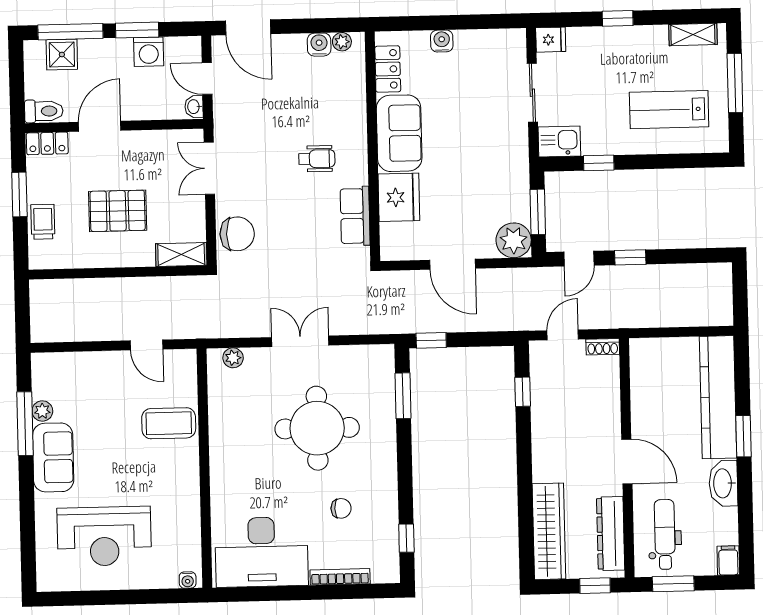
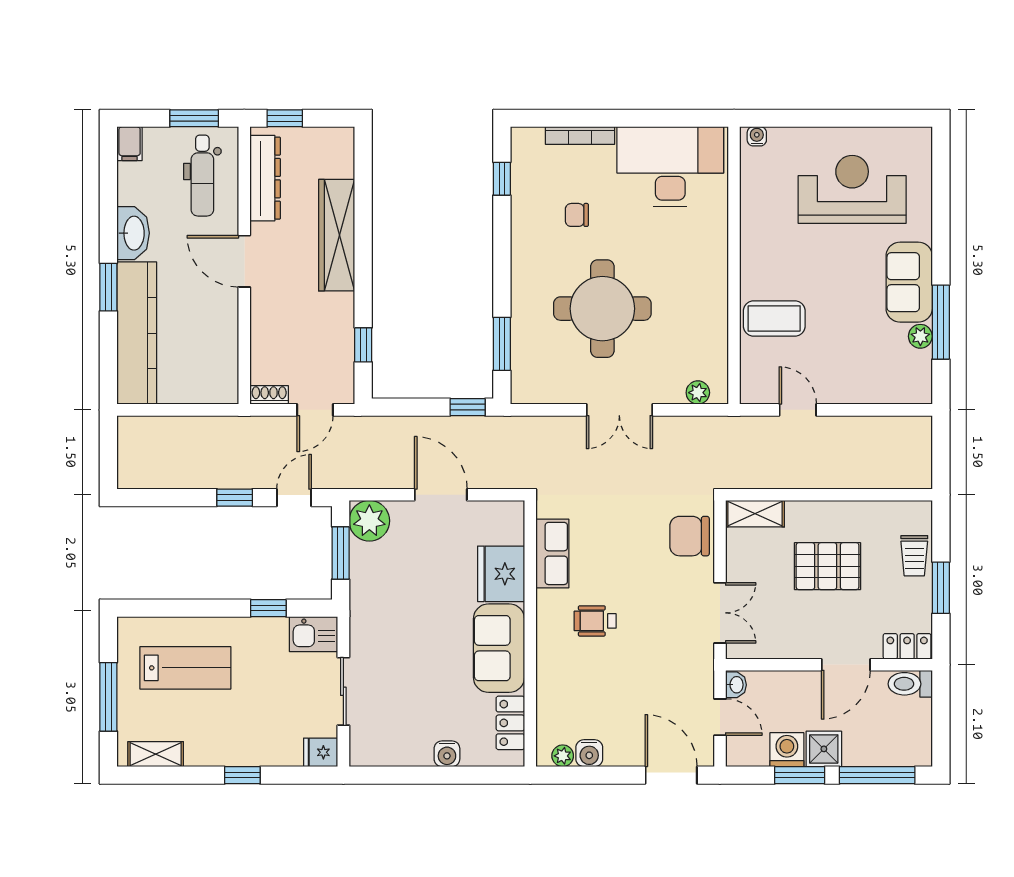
shower: (62, 54) -> (824, 749), moved
wardrobe: (549, 531) -> (337, 235), moved

